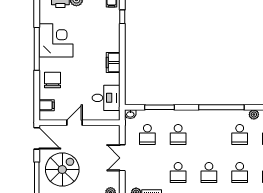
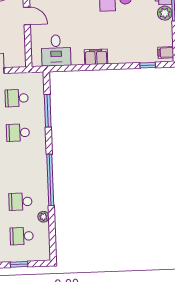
washbasin: (130, 114) -> (39, 78), removed

